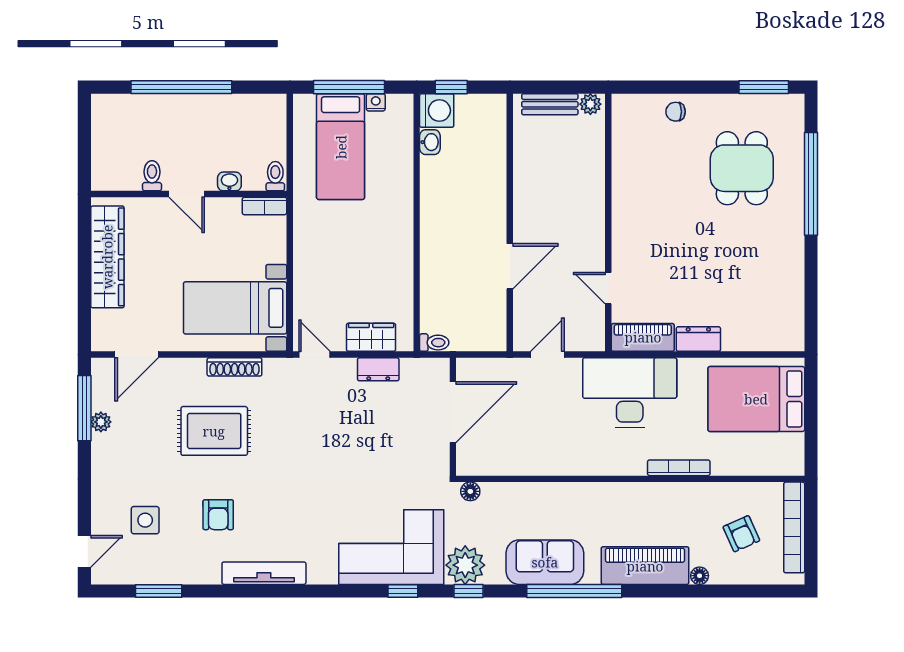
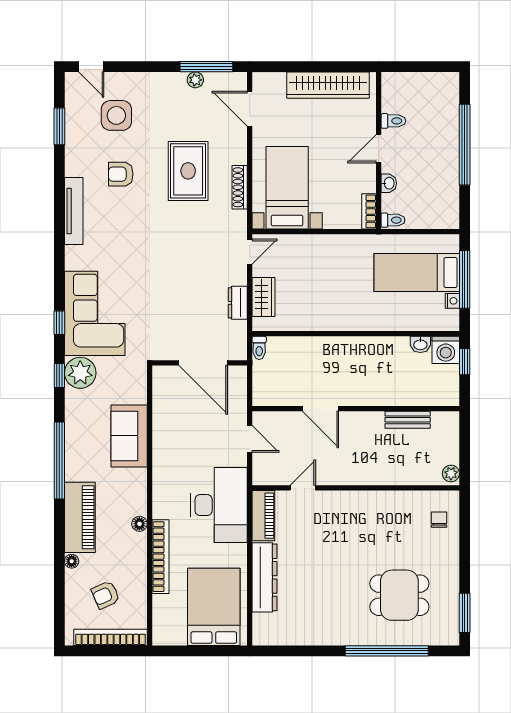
bench: (550, 104) -> (408, 420), moved, turned 90
chair: (676, 112) -> (439, 520), moved
dresser: (698, 339) -> (264, 577), width x1.96, depth x1.24
bookcase: (679, 468) -> (160, 557), width x1.48, depth x1.31
floor lamp: (470, 491) -> (139, 524), moved
side table: (145, 520) -> (116, 115), width x1.37, depth x1.37
sofa: (545, 562) -> (129, 436), moved, turned 180

